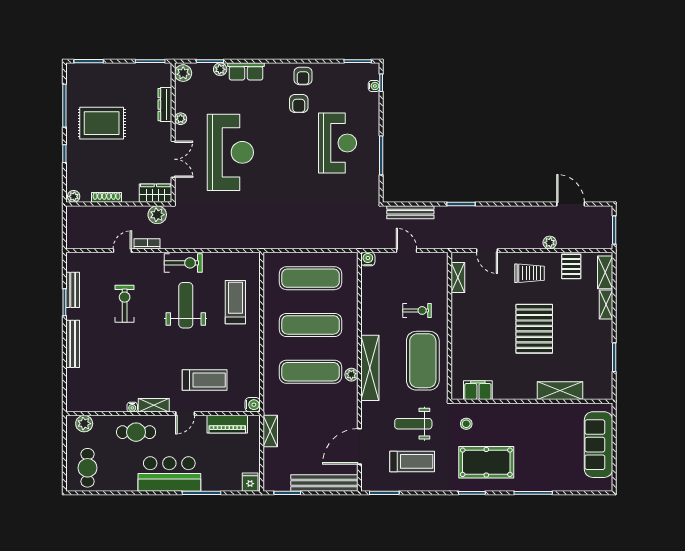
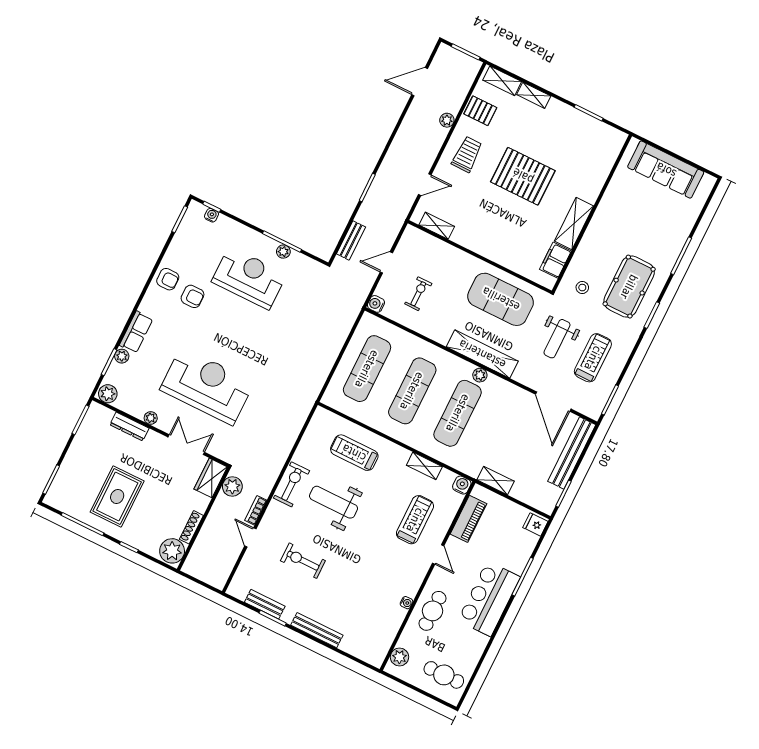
plant: (373, 161) -> (283, 252), added
plant: (74, 196) -> (172, 551), width x1.88, depth x1.88
bench: (410, 212) -> (351, 240), width x0.73
exercise bike: (417, 310) -> (418, 294), moved
shelving: (560, 391) -> (574, 224), moved
shelving: (154, 405) -> (424, 466), moved, turned 90

